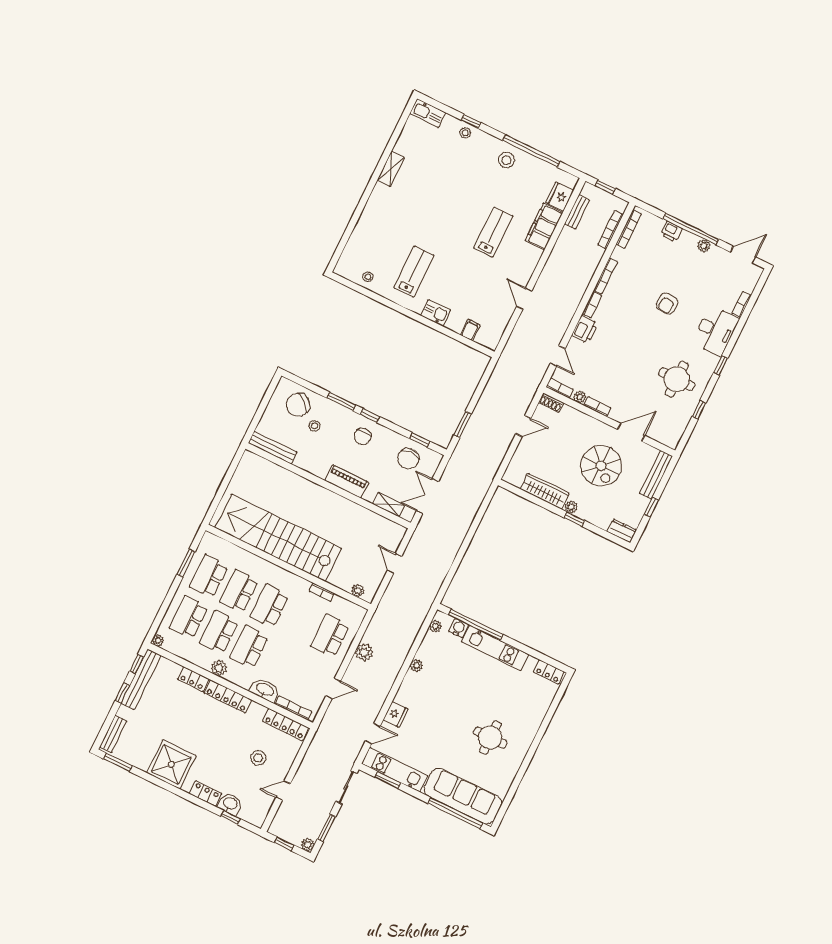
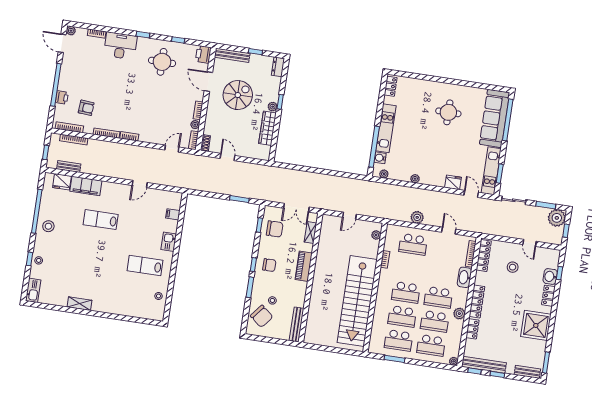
plant: (704, 246) -> (71, 31), moved
armchair: (667, 303) -> (86, 108), moved
printer: (585, 329) -> (203, 54), moved, turned -90
plant: (308, 845) -> (557, 218), width x1.88, depth x1.88

